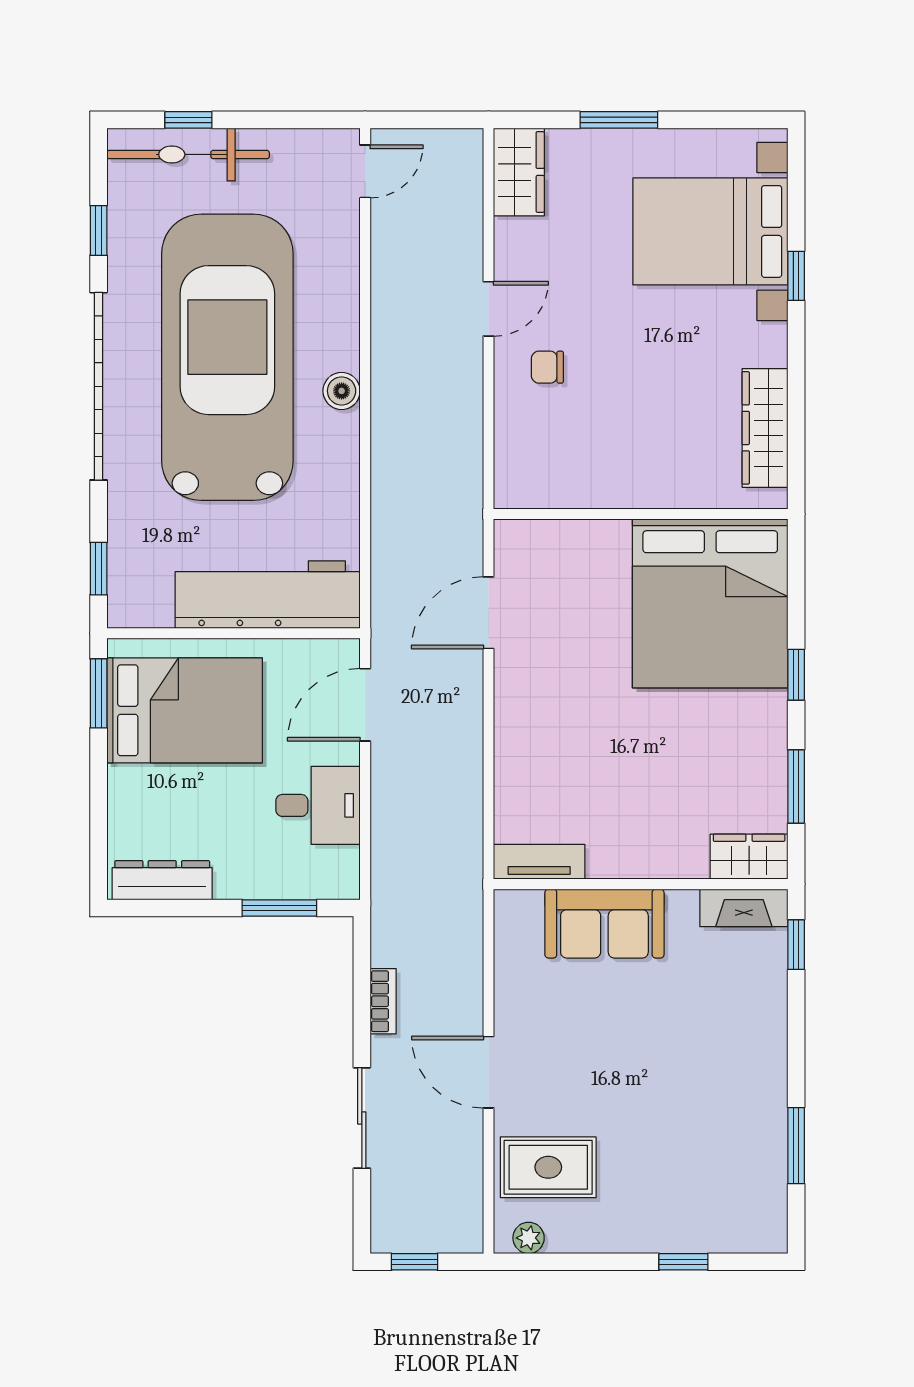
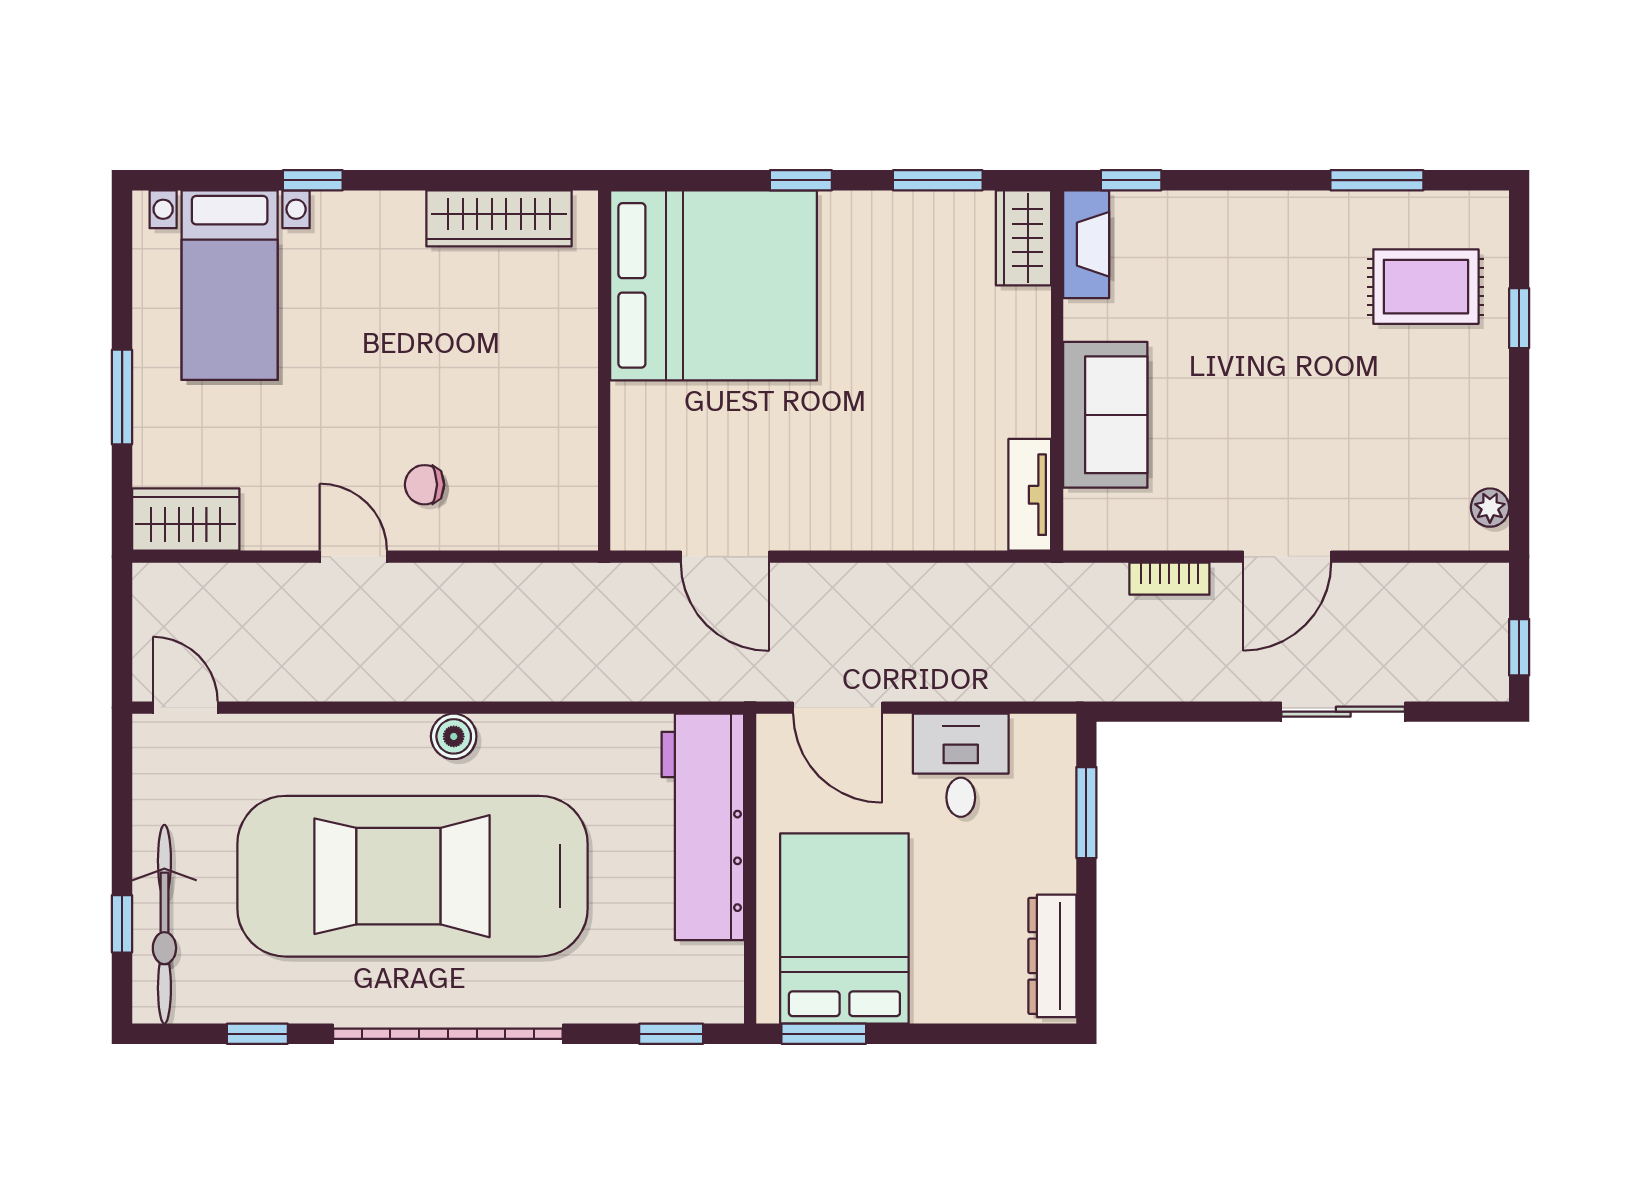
bed with nightstands: (710, 231) -> (230, 285), width x0.73
chair: (547, 367) -> (425, 485), turned 90
bookcase: (383, 1001) -> (1169, 579), moved, turned 180
rug: (548, 1167) -> (1426, 287), moved, turned 90

